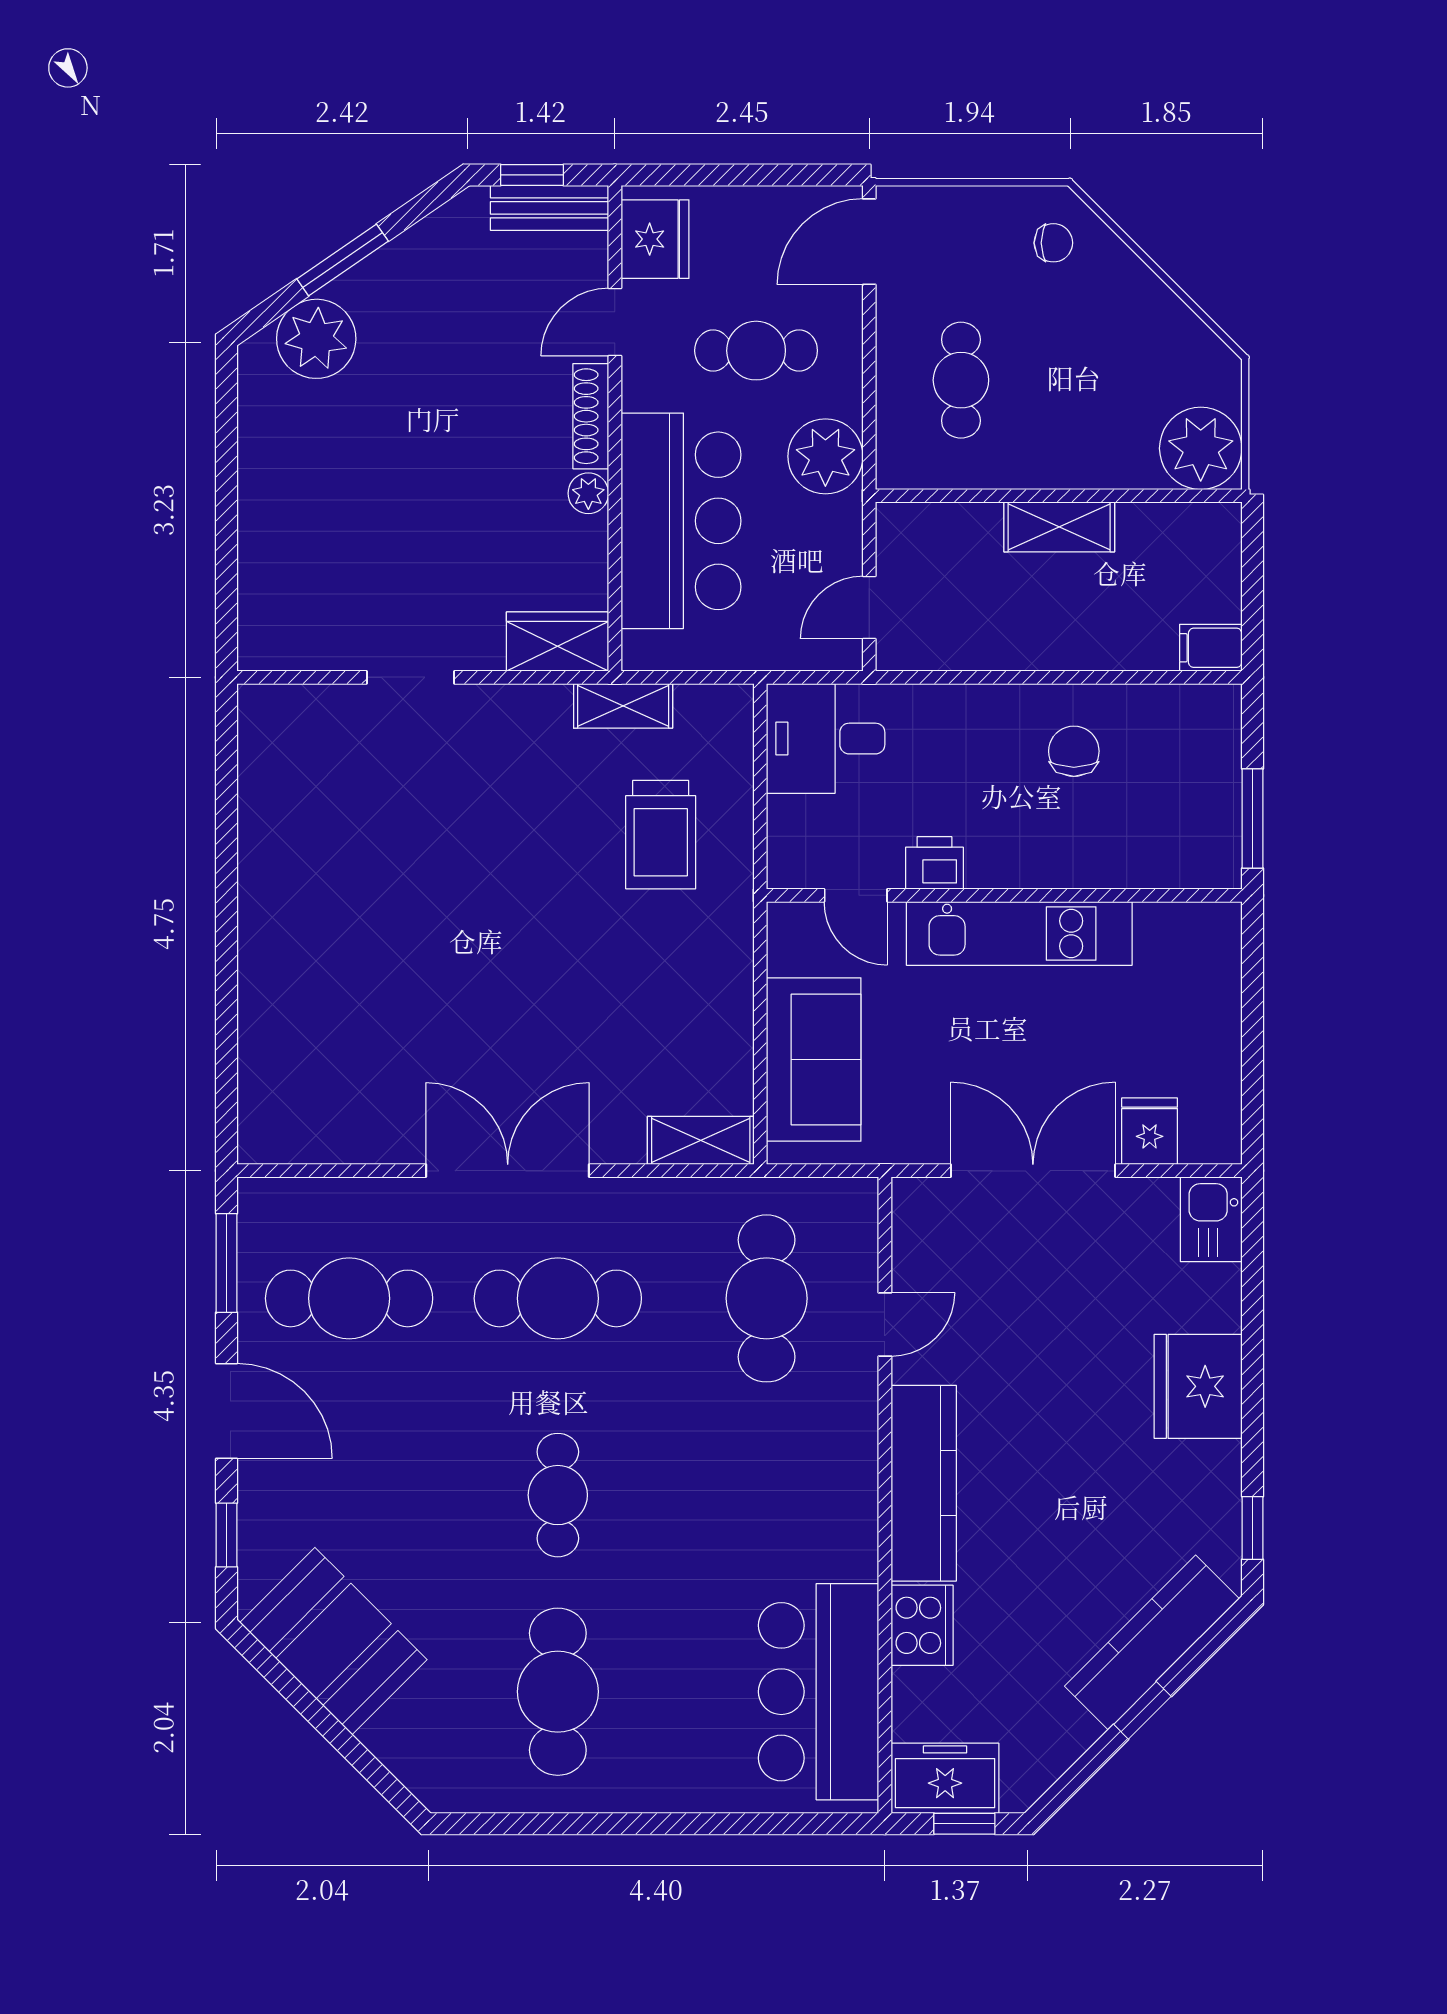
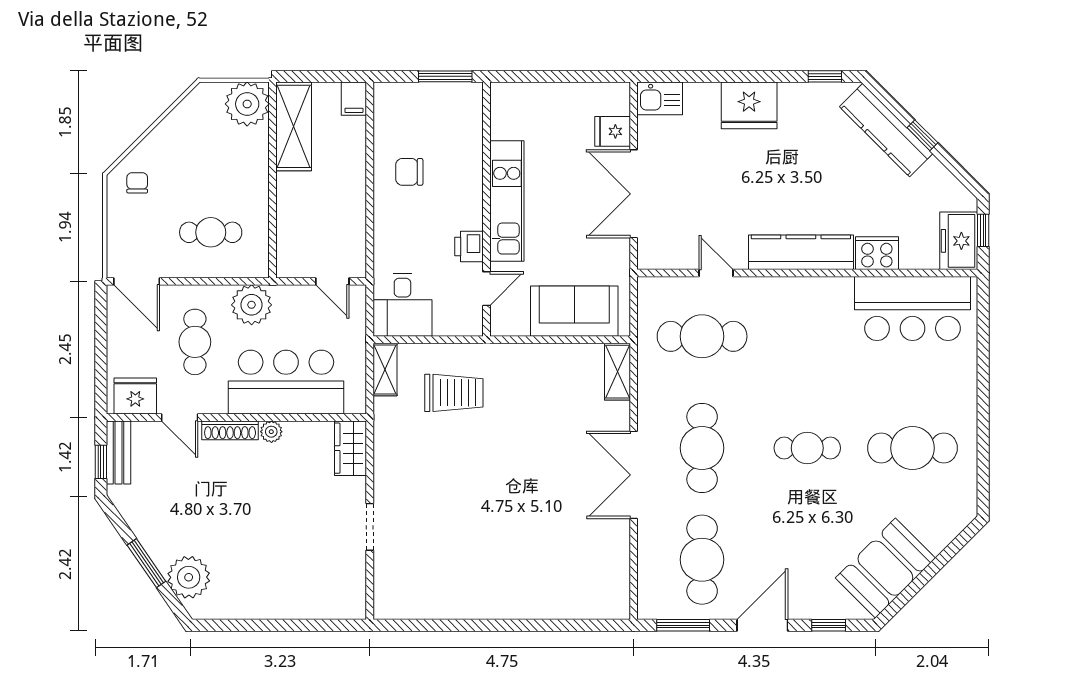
shelving: (1059, 527) -> (294, 126), moved, width x1.50, depth x1.33
shelving: (623, 706) -> (385, 370), moved

